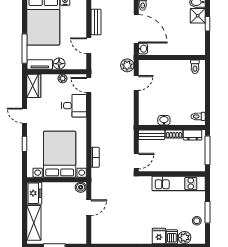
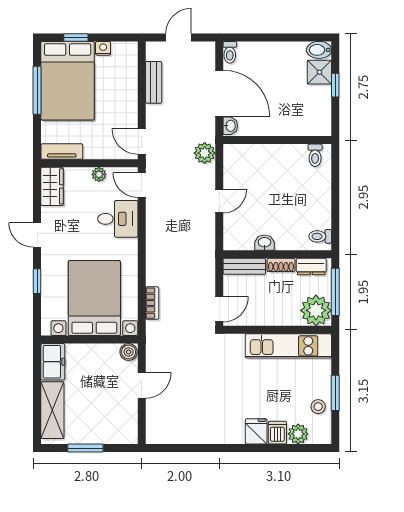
door: (89, 46) -> (142, 142), moved
window: (25, 49) -> (37, 90), moved
floor lamp: (59, 64) -> (93, 150), removed
door: (136, 83) -> (219, 201), moved
plant: (195, 162) -> (316, 310), added

